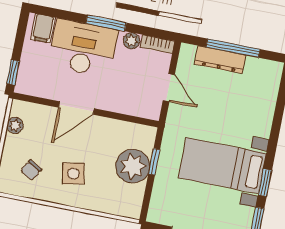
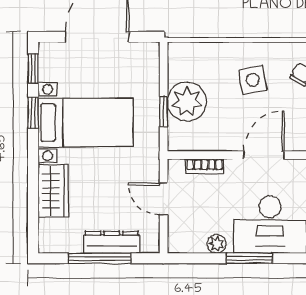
bookcase: (158, 44) -> (205, 166), moved, turned 180
wardrobe: (261, 113) -> (53, 191), added

